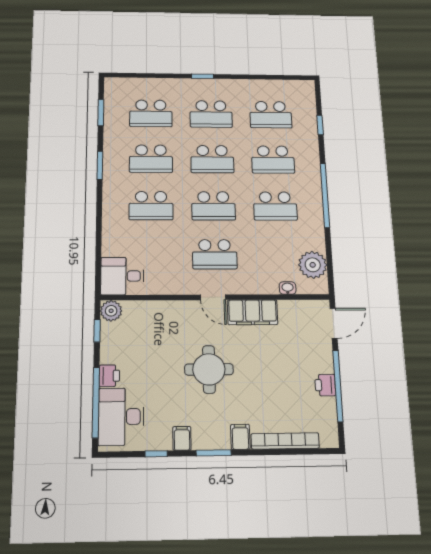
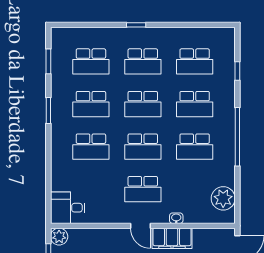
washbasin: (288, 288) -> (176, 218), moved

